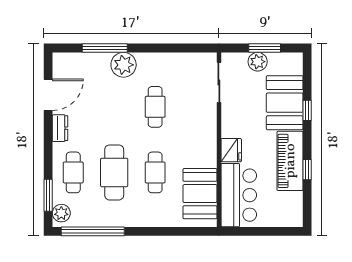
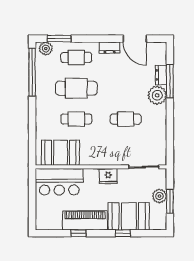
dresser: (97, 60) -> (161, 75), added
fridge: (231, 150) -> (108, 176), moved

